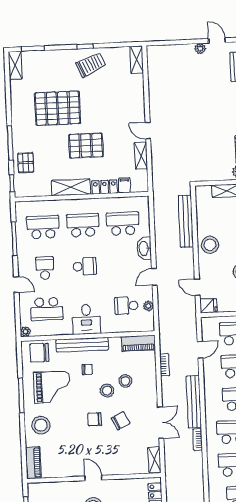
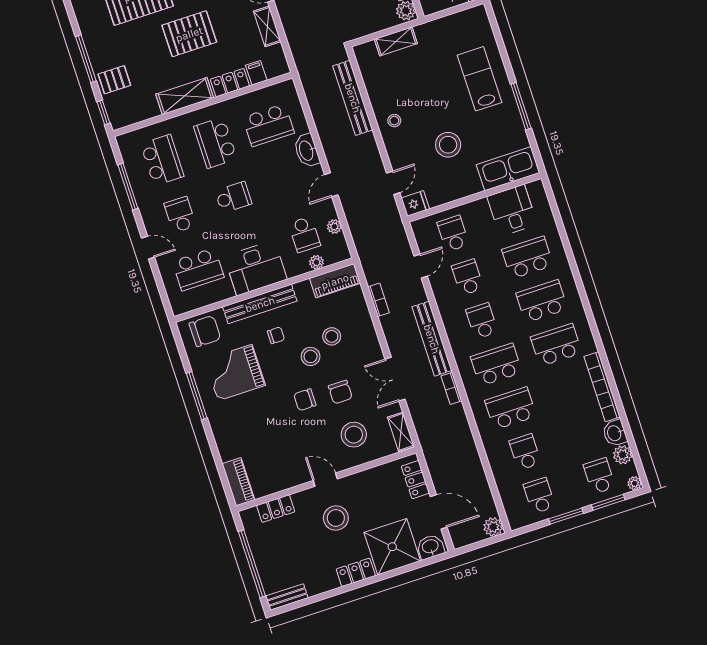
pallet: (26, 163) -> (114, 80), turned 90
school desk: (123, 224) -> (268, 125), turned 180
school desk: (83, 225) -> (215, 143), turned -90
school desk: (43, 227) -> (162, 160), turned 90
stool: (210, 245) -> (394, 121), width x0.53, depth x0.53
door: (197, 287) -> (393, 183), swing flipped
school desk: (126, 306) -> (304, 234), turned -90
desk: (86, 319) -> (256, 268), width x1.37
plant: (26, 332) -> (316, 262), moved
chair: (39, 353) -> (205, 331), turned 180
grand piano: (52, 387) -> (235, 373), turned 180
chair: (121, 421) -> (340, 392), turned 116
double door: (161, 423) -> (395, 379), swing flipped
stool: (41, 425) -> (354, 435), moved
locker: (54, 488) -> (276, 509), added

